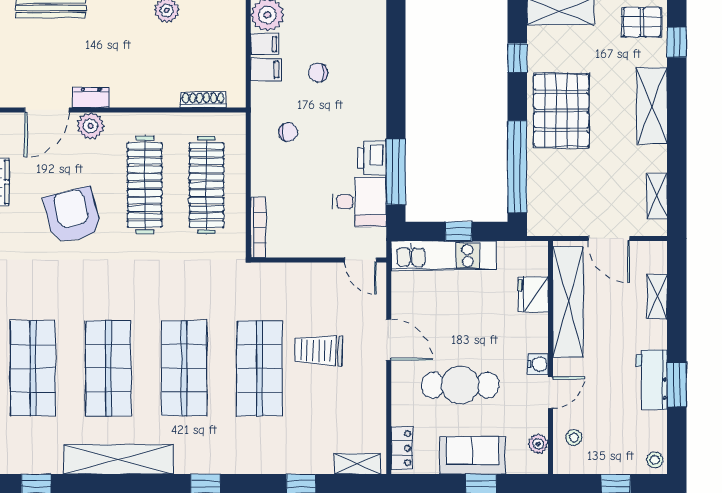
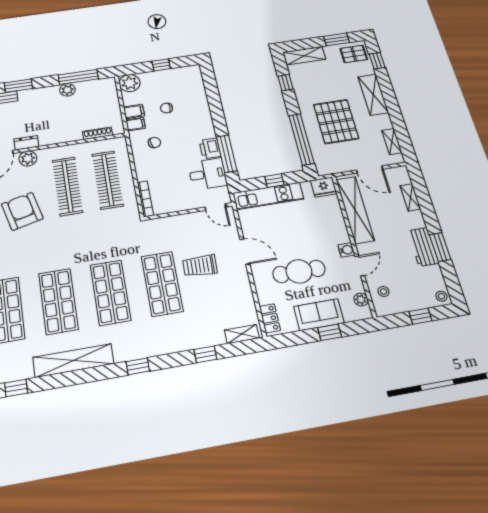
filing cabinet: (265, 44) -> (136, 124), moved
pallet: (561, 111) -> (336, 121), moved
fridge: (533, 294) -> (324, 187), moved, turned -90

